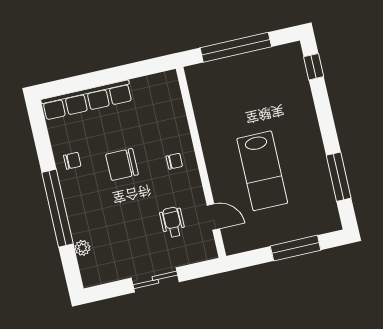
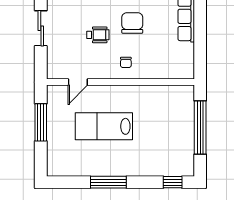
window: (339, 177) -> (108, 182), moved
wheelchair: (172, 222) -> (98, 35), moved
window: (296, 248) -> (41, 122), moved

